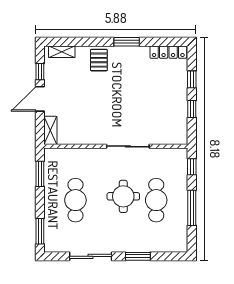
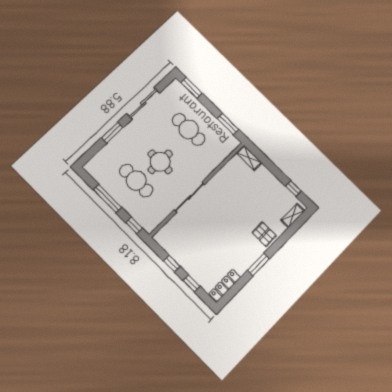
door: (40, 99) -> (276, 171), removed

